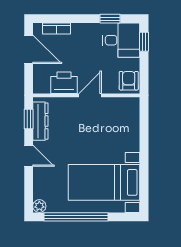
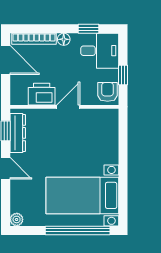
bookcase: (56, 29) -> (34, 39), width x1.56
floor lamp: (86, 29) -> (64, 39), added
window: (144, 42) -> (123, 75), moved
window: (76, 217) -> (78, 230), moved

